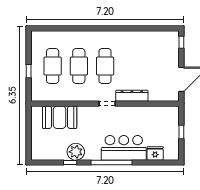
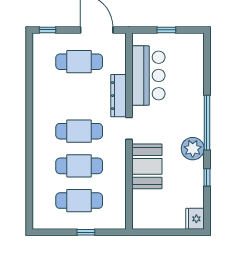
cafe table: (157, 66) -> (79, 62), added
booth: (60, 117) -> (147, 166), moved
bar counter: (124, 148) -> (148, 76), moved, turned 180
plant: (76, 152) -> (193, 149), moved
fridge: (155, 153) -> (195, 219), moved

